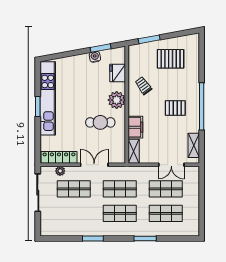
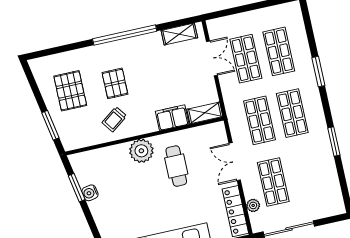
fridge: (118, 73) -> (105, 157), removed
pallet: (175, 108) -> (115, 83), moved

